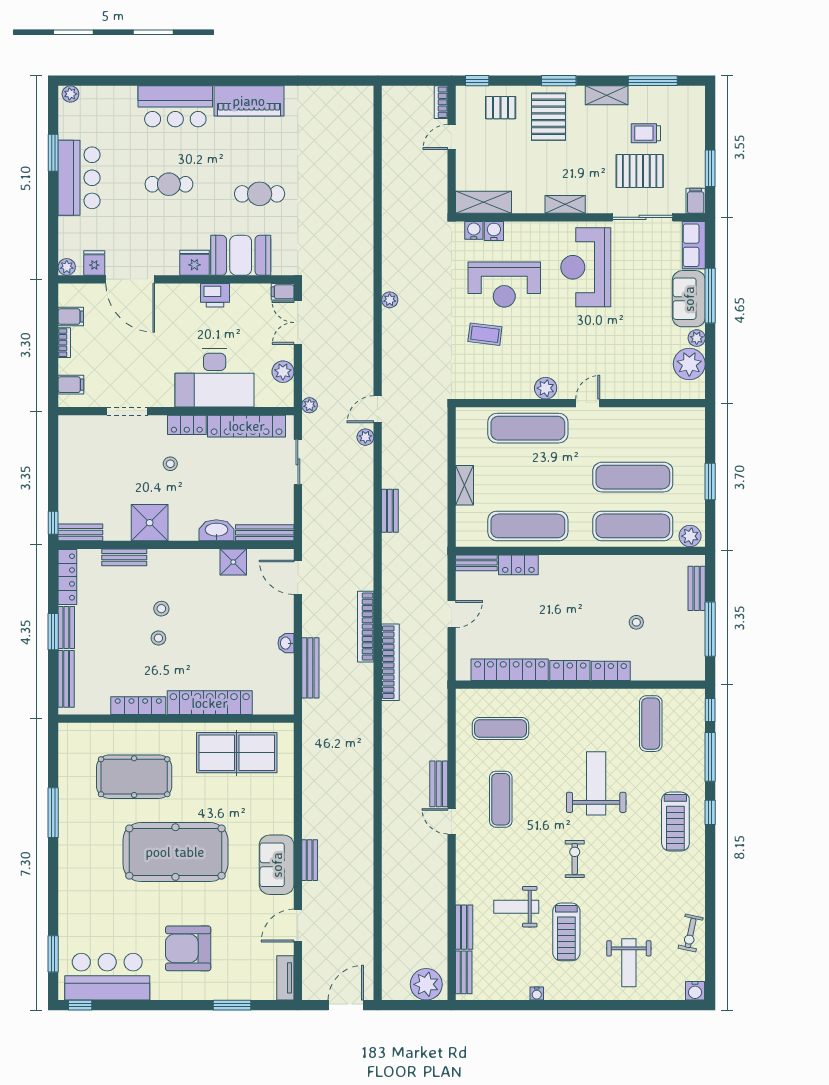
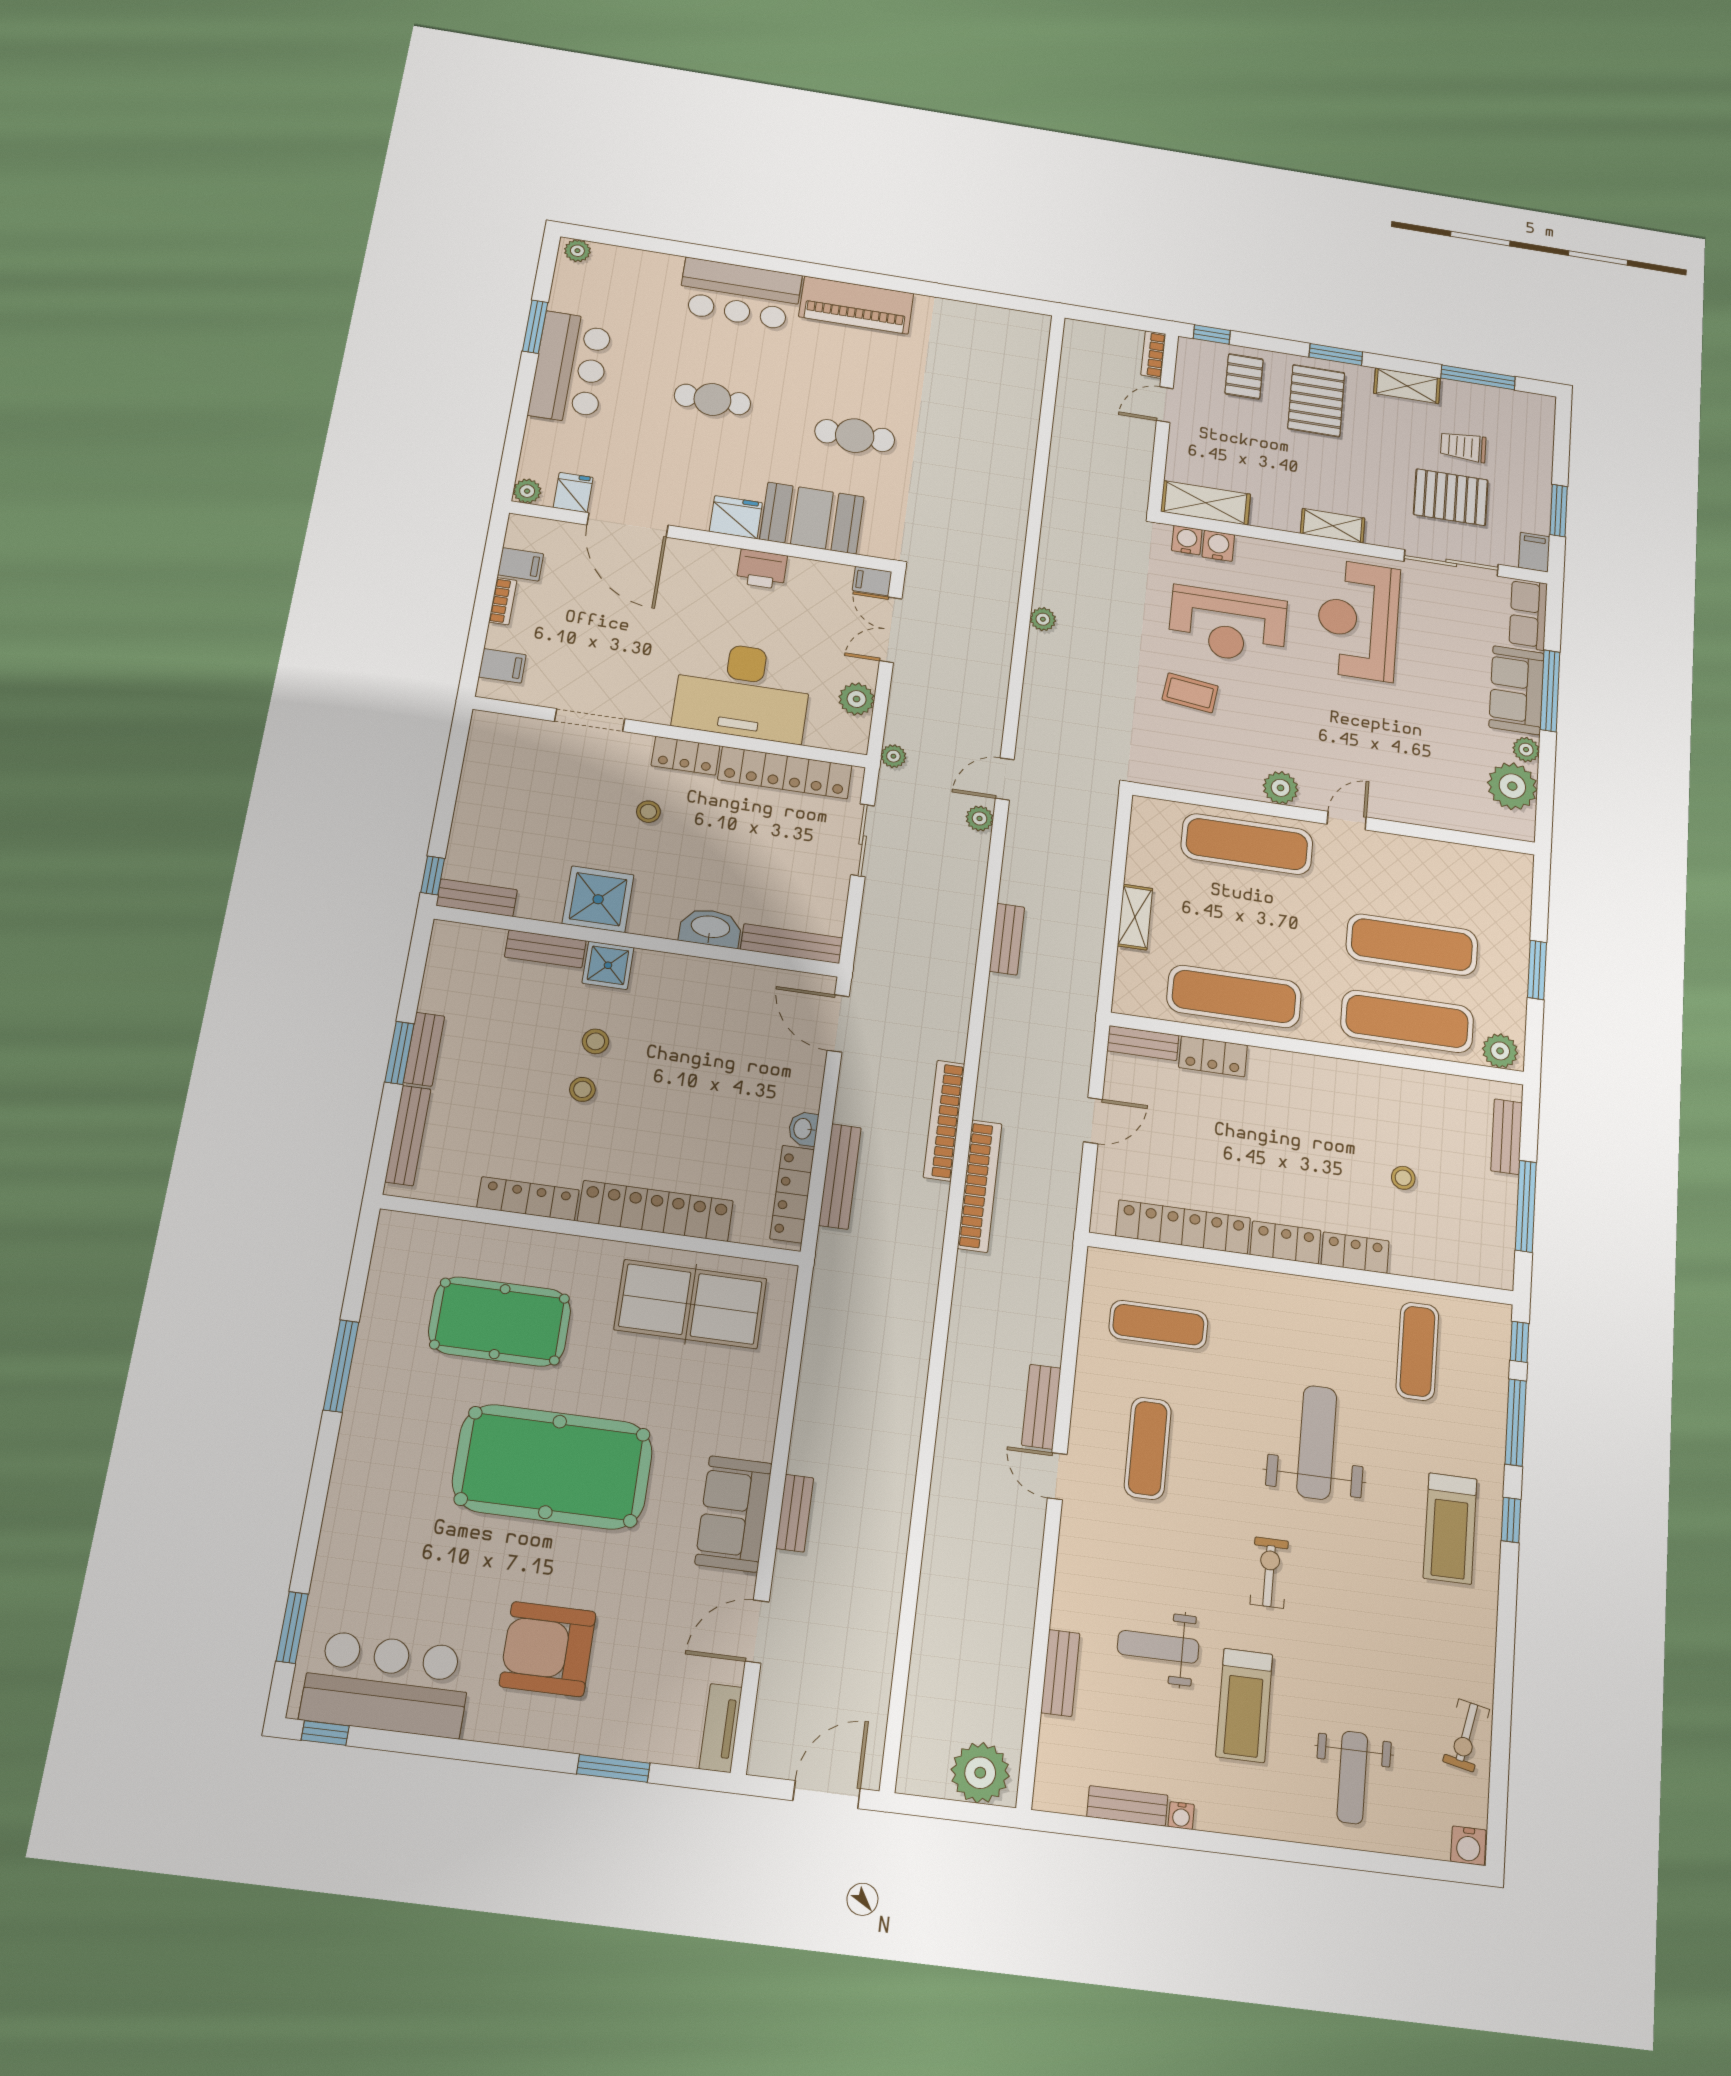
pallet: (501, 108) -> (1244, 376), turned 90
shower: (233, 562) -> (608, 965), moved
locker: (67, 577) -> (792, 1194), moved, turned 180
bench: (464, 972) -> (1127, 1806), moved, turned 90

